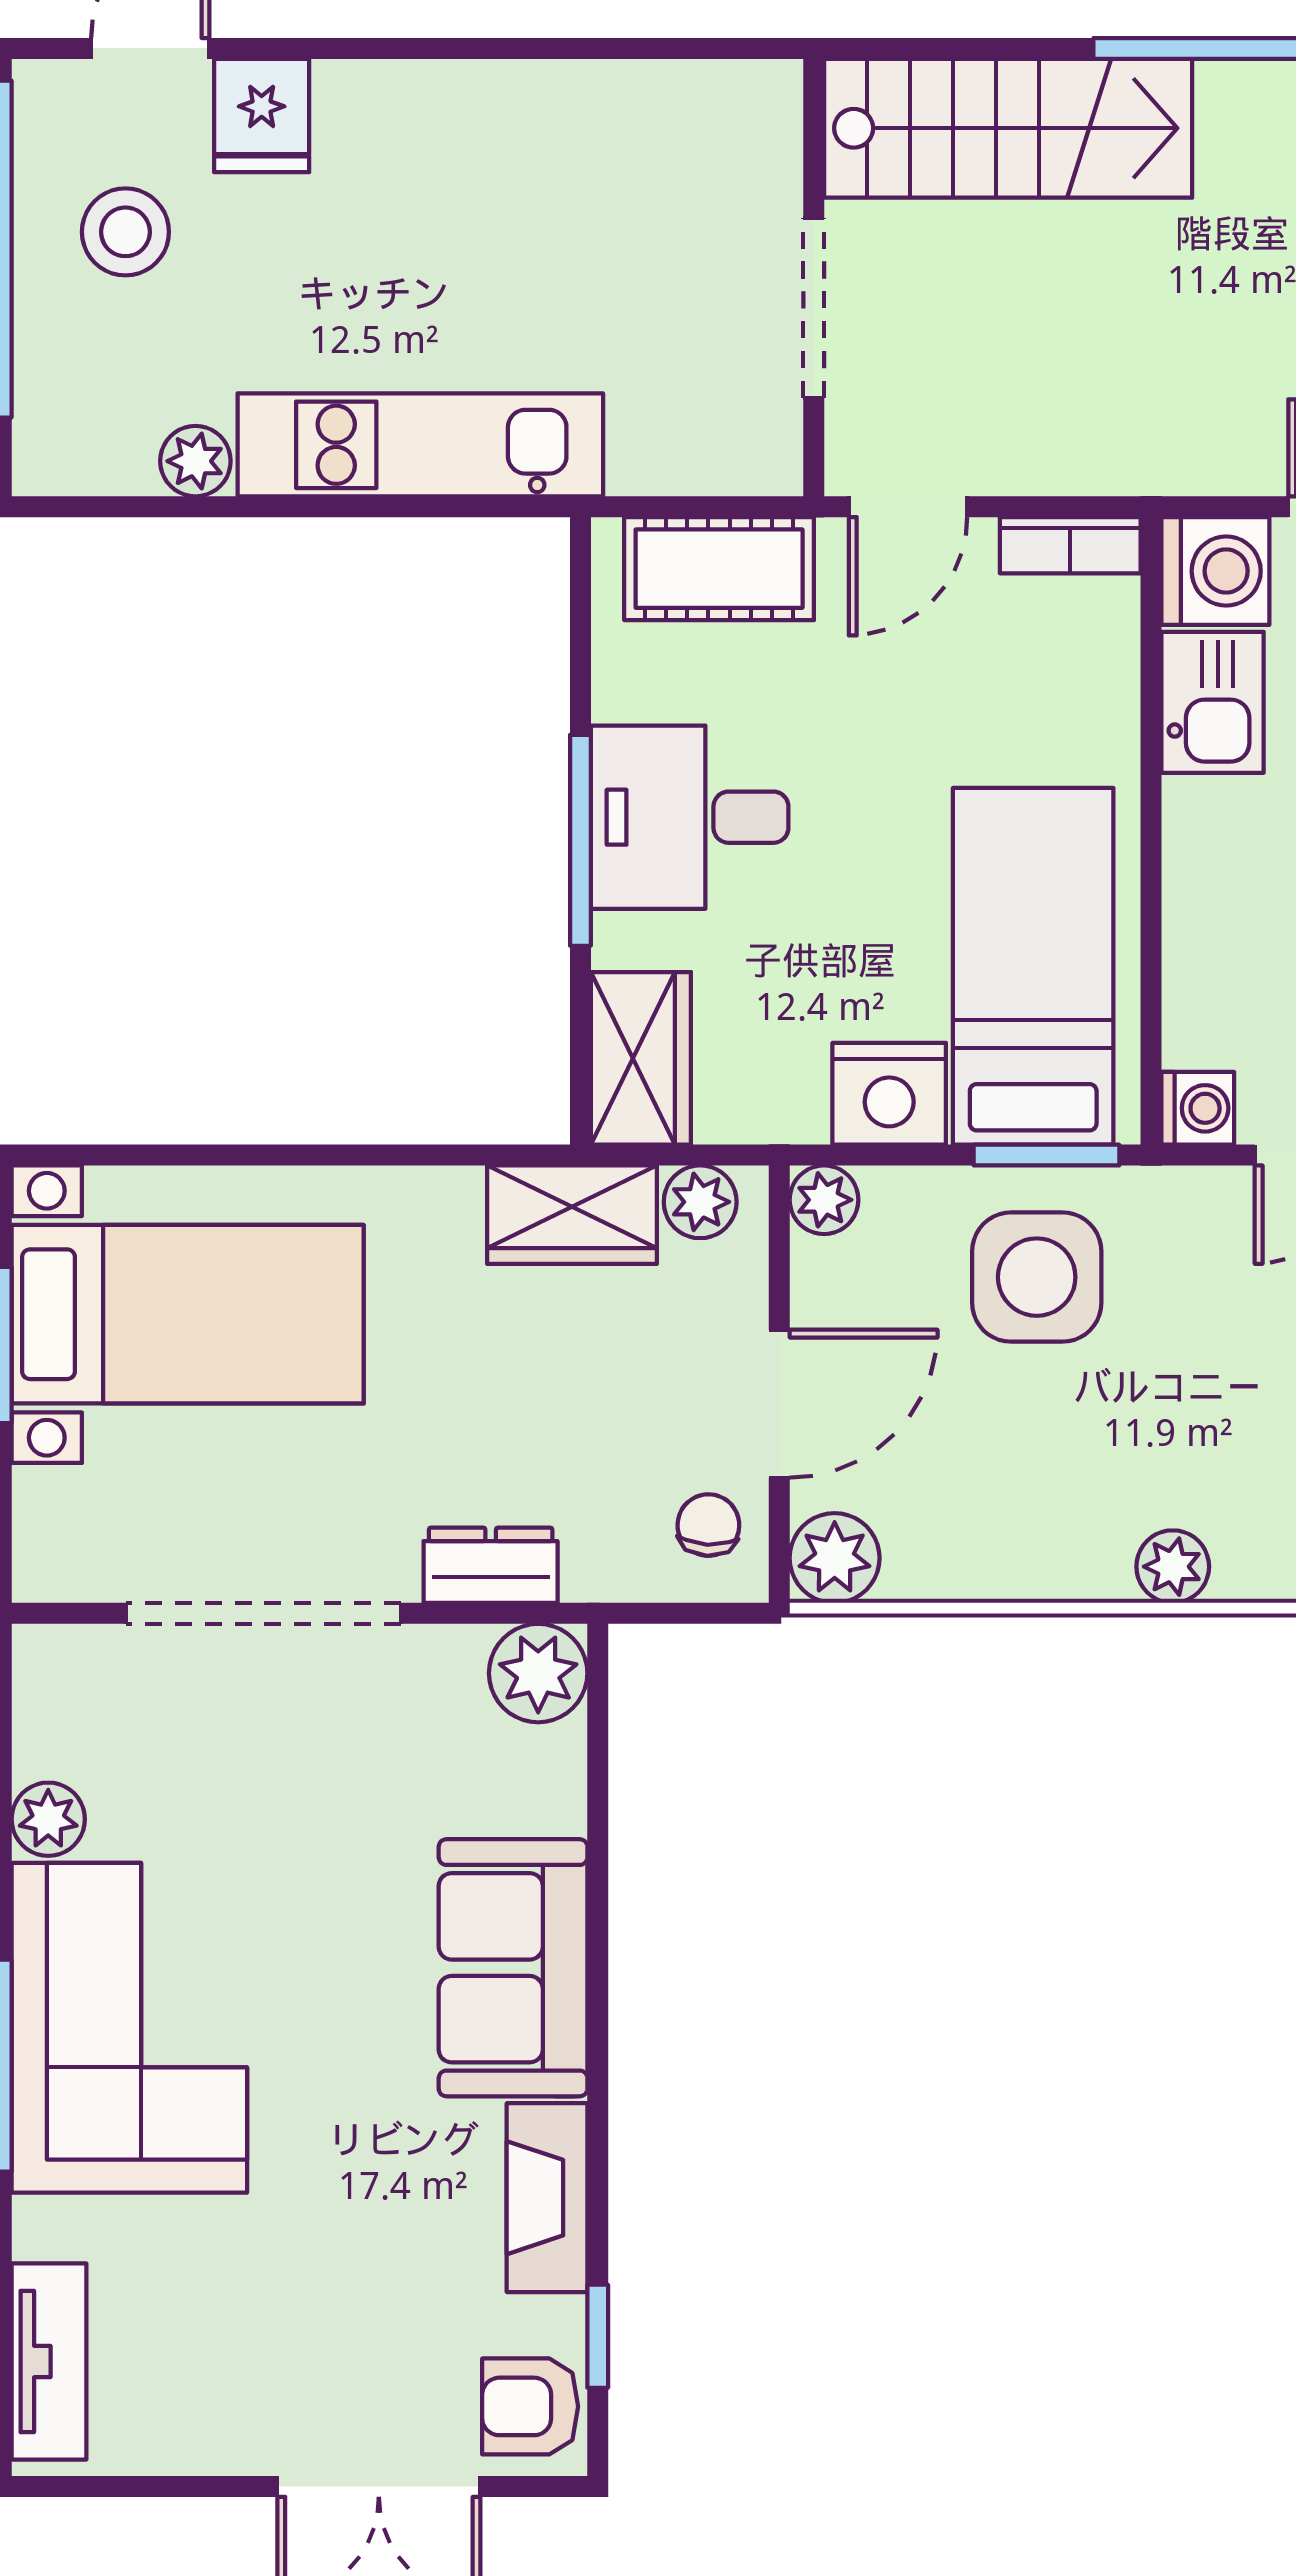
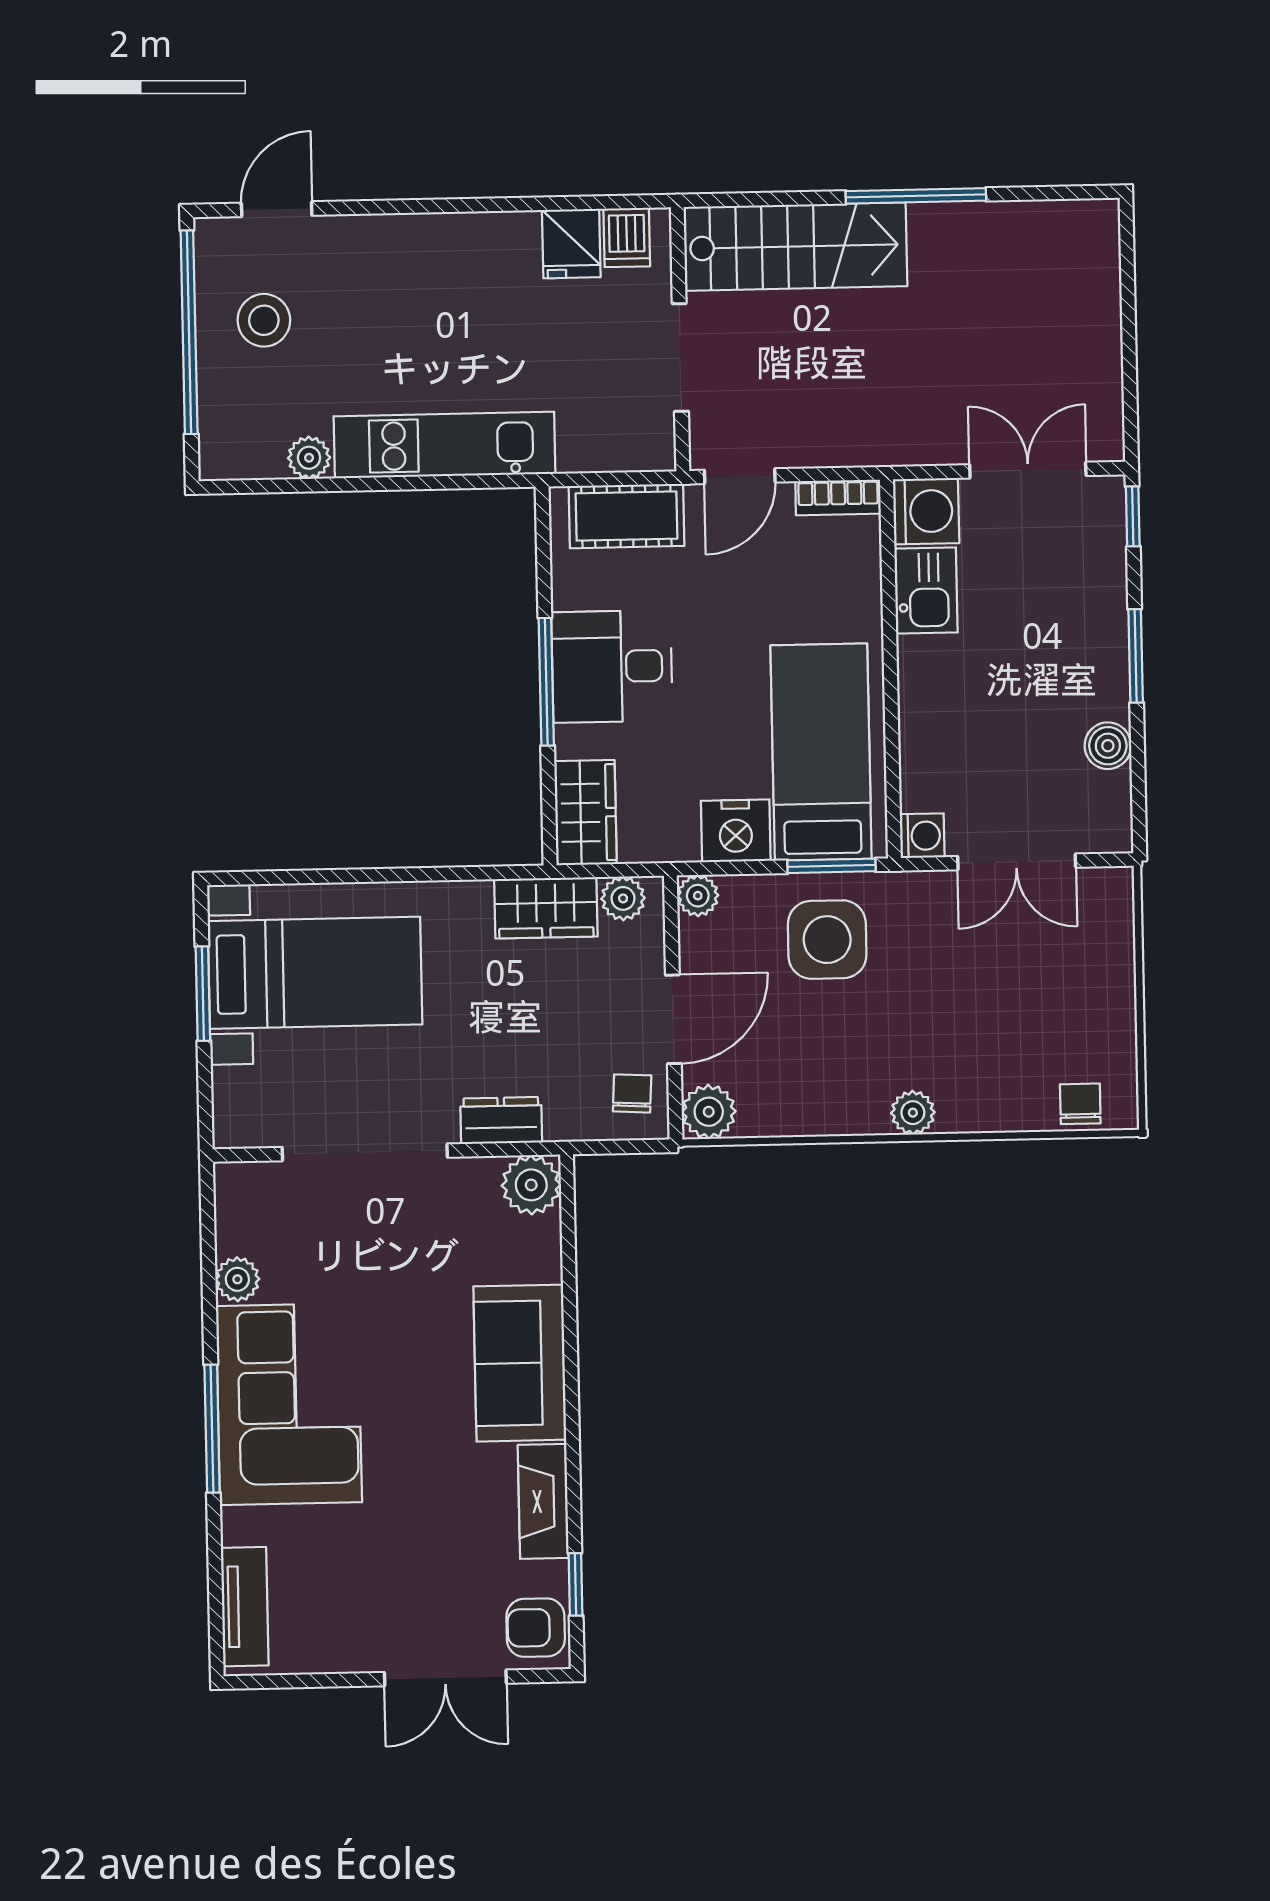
dishwasher: (729, 107) -> (627, 237), added
fridge: (262, 116) -> (571, 244), moved

